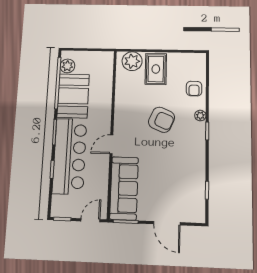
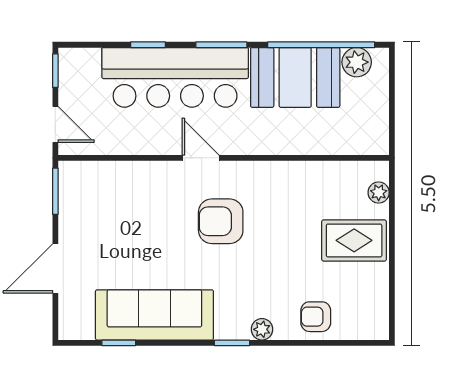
plant: (132, 61) -> (379, 193), width x0.53, depth x0.53
armchair: (162, 120) -> (221, 221), moved, turned 67
sofa: (124, 188) -> (154, 315), moved, turned 180

